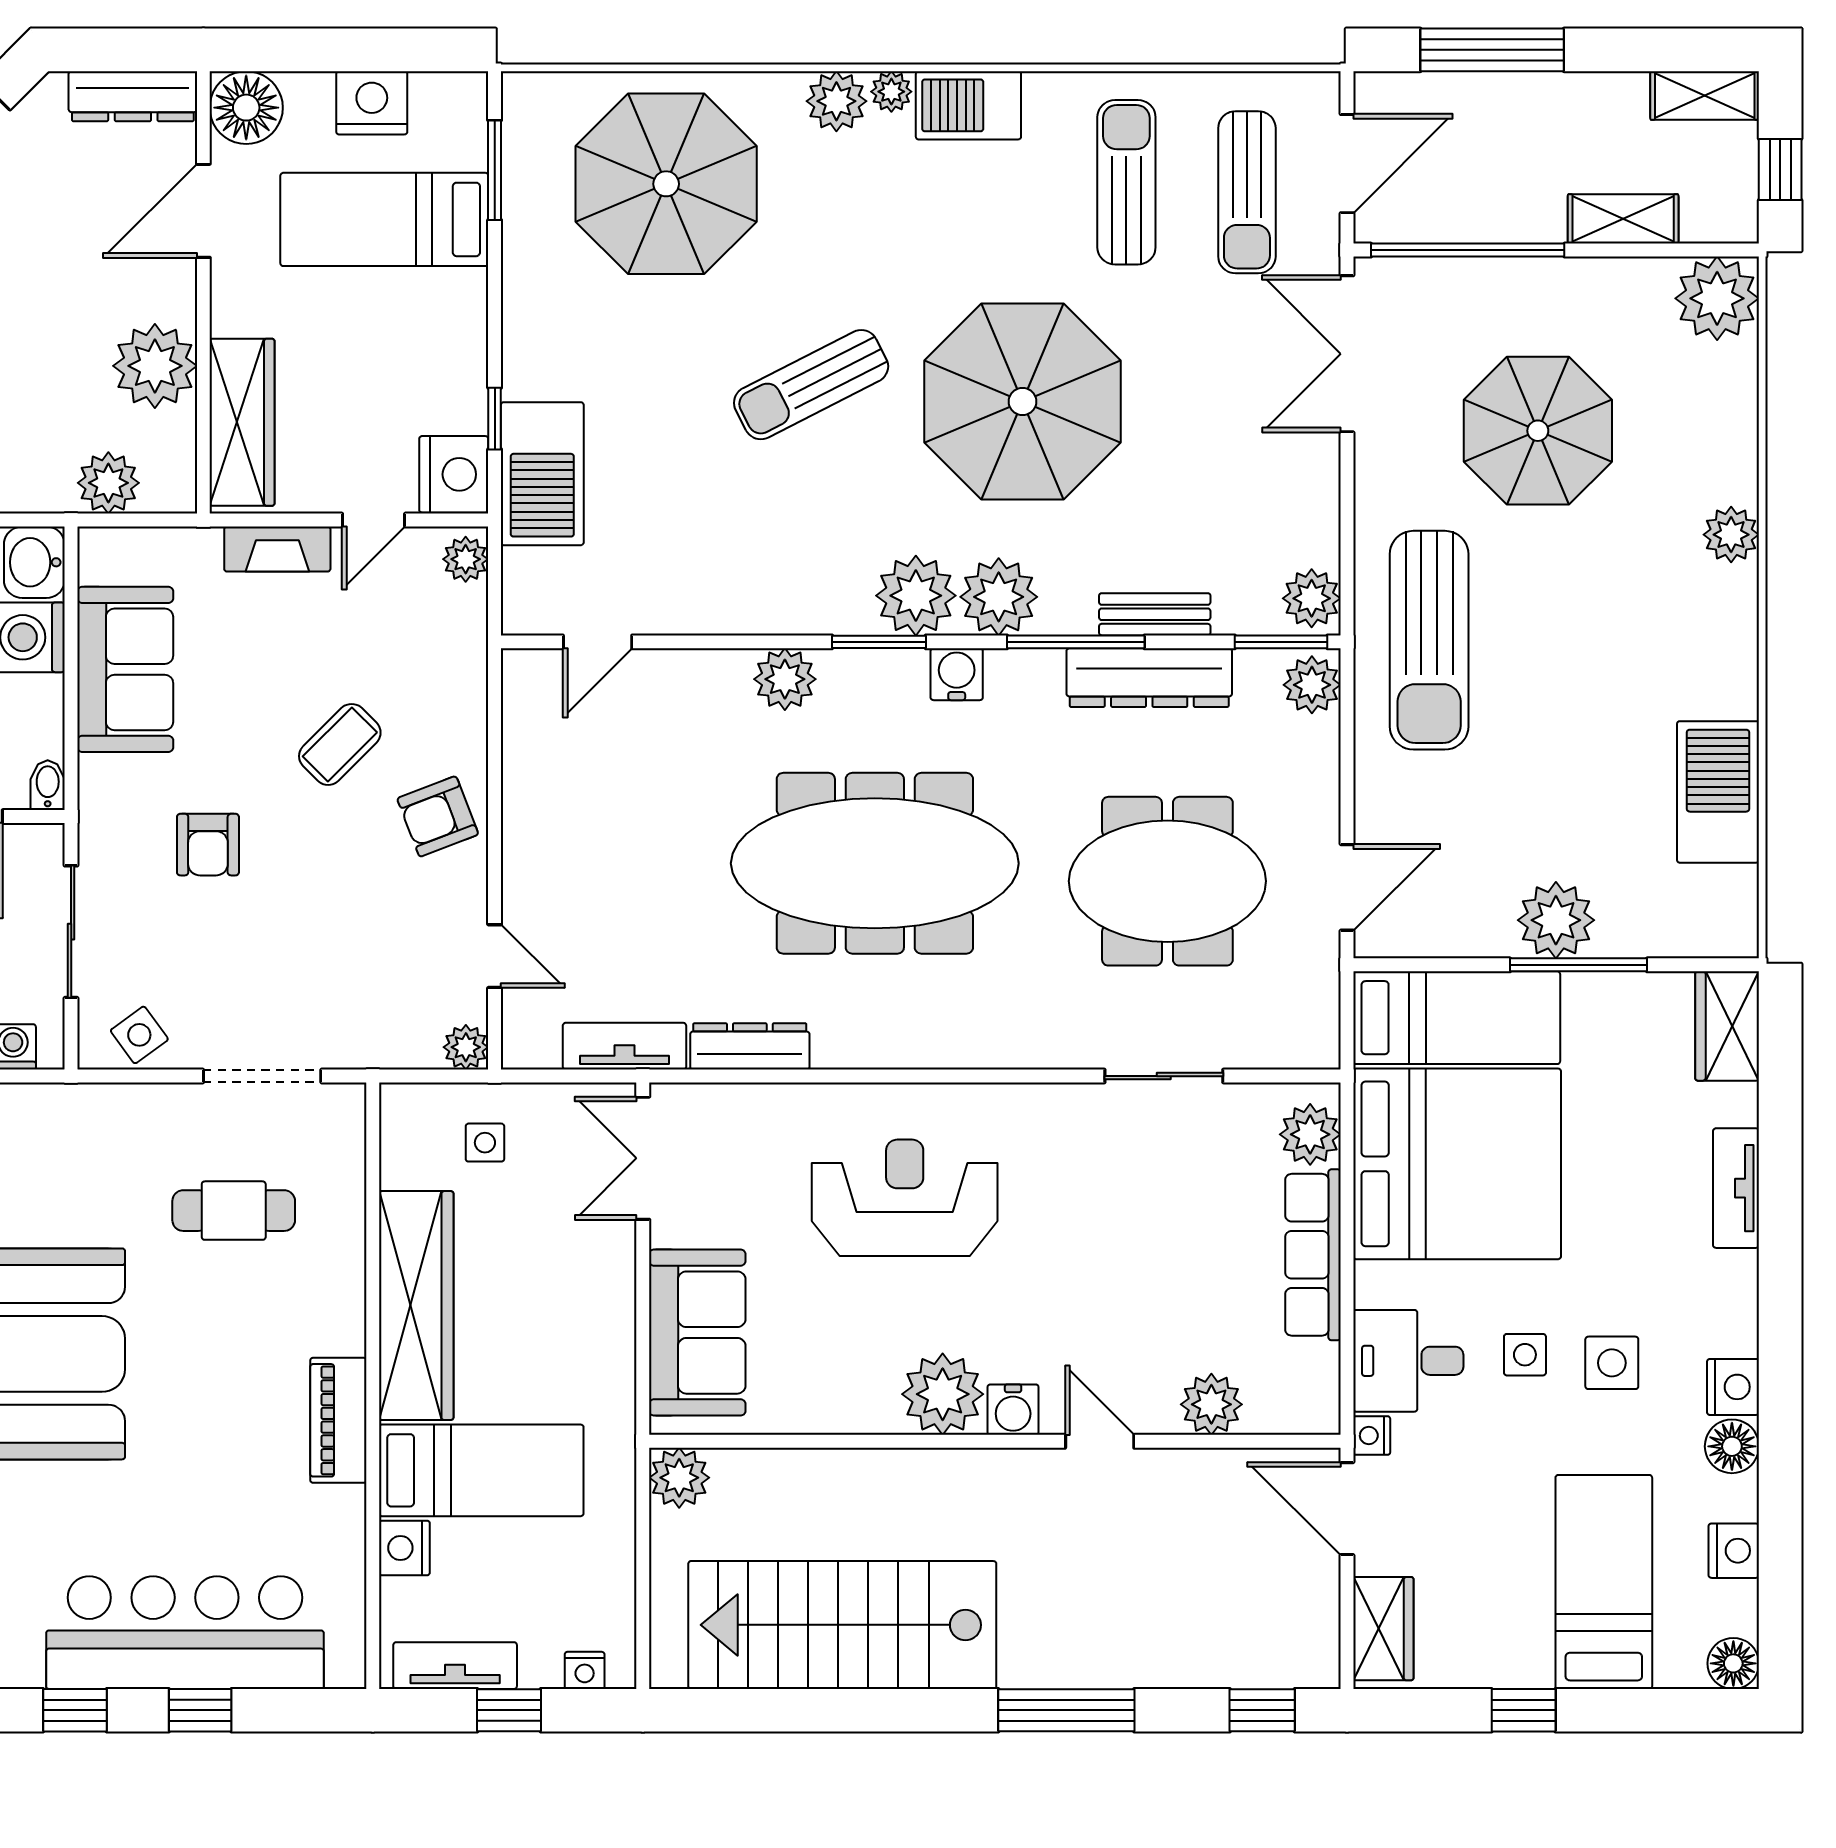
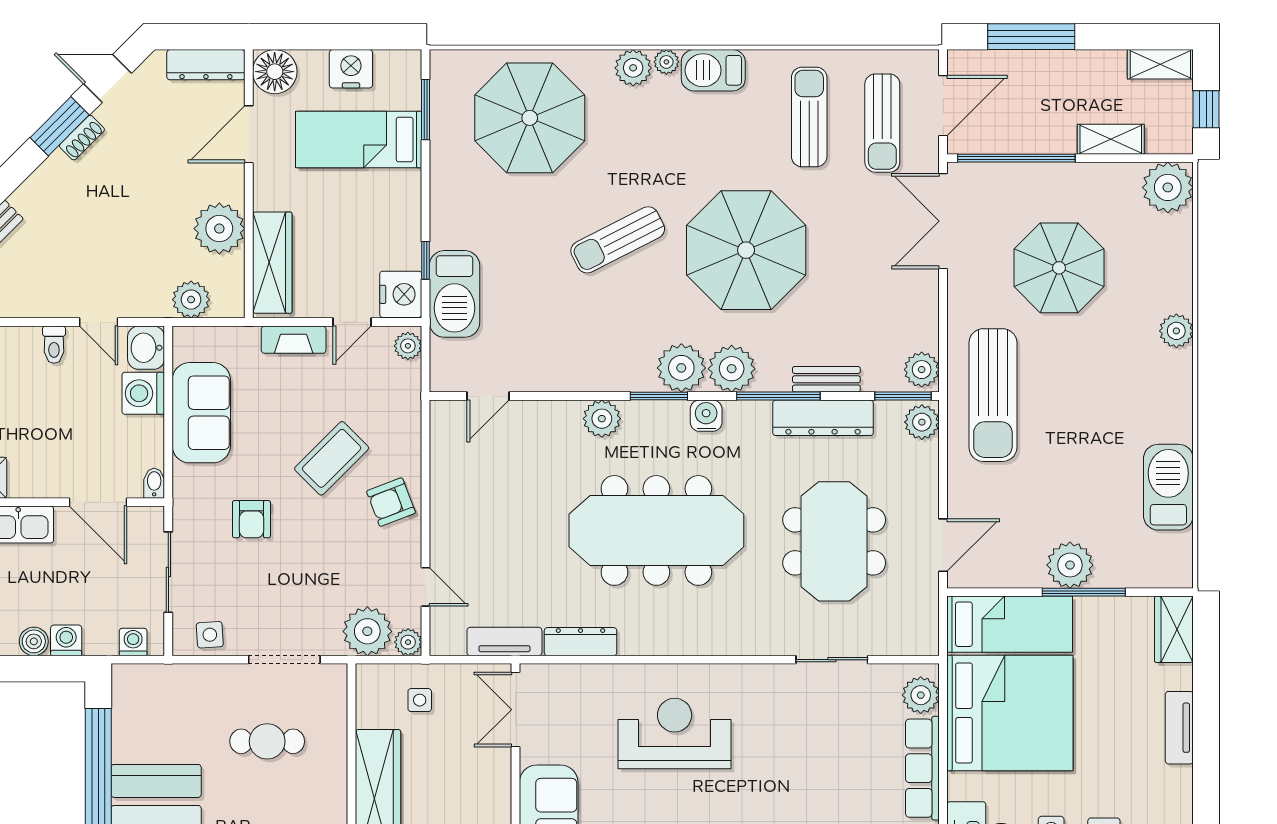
coffee table: (340, 744) -> (332, 458), width x1.36, depth x1.30
meeting table: (1167, 881) -> (834, 541), turned 90
plant: (399, 1029) -> (367, 631), added
side table: (139, 1035) -> (210, 635), turned 32

